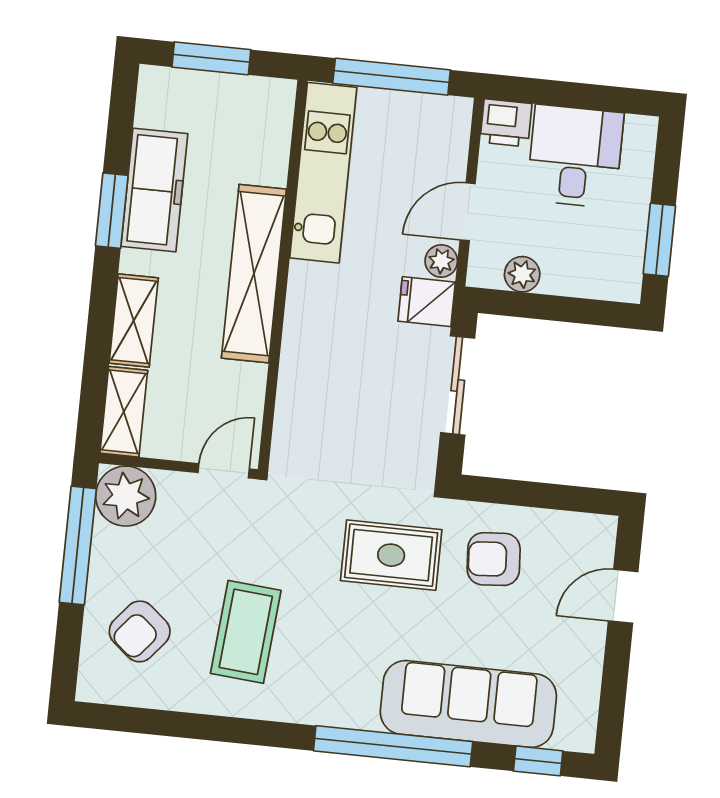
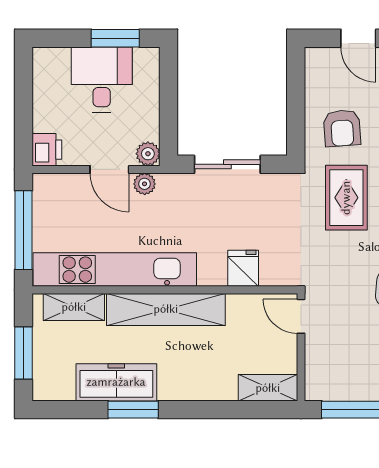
desk: (575, 156) -> (102, 79), moved, turned 90
kitchen unit: (323, 173) -> (115, 270), width x1.36
plant: (522, 274) -> (148, 154), moved
fridge: (427, 302) -> (243, 268), moved, turned 180
shelving: (134, 320) -> (74, 307), moved
plant: (126, 496) -> (325, 381), removed

